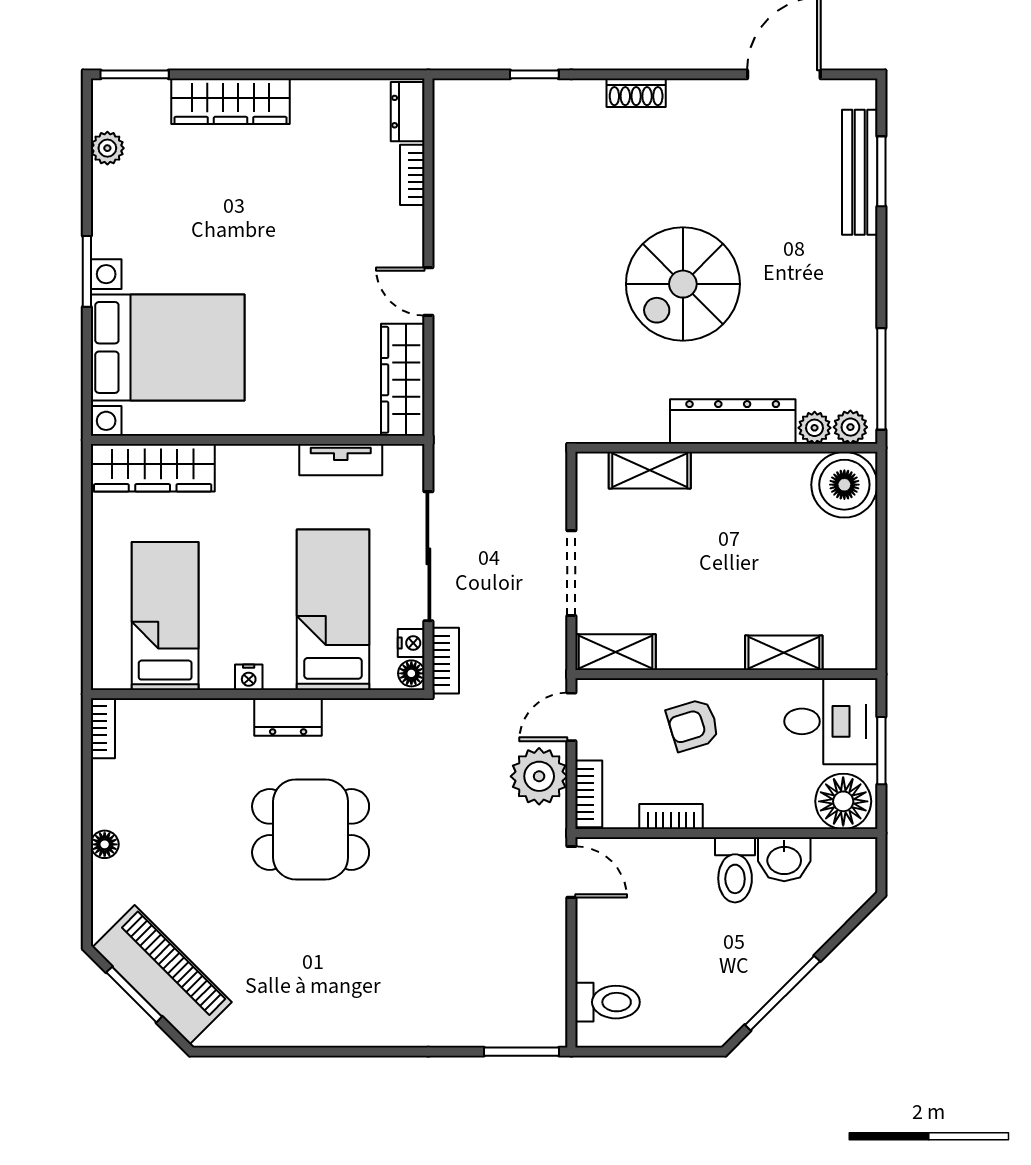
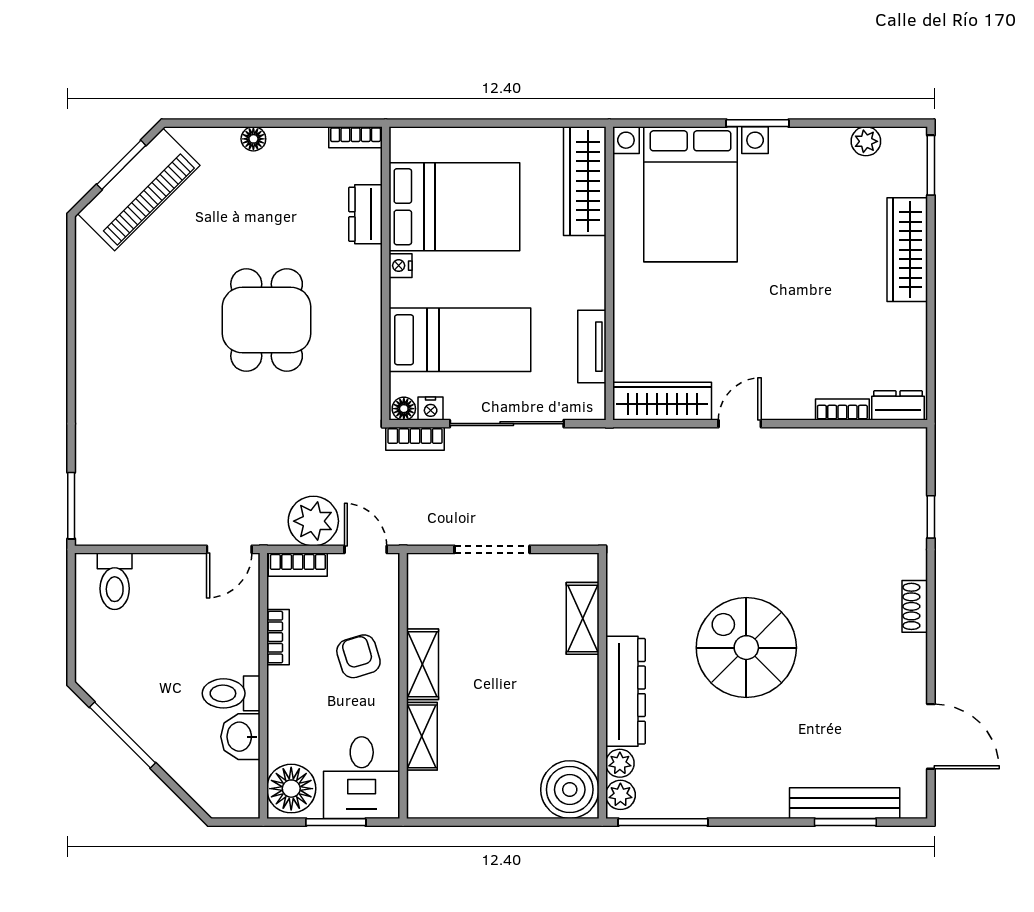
bed: (165, 616) -> (454, 207), width x1.50
shelving: (616, 652) -> (422, 664), moved
dresser: (288, 717) -> (366, 214), moved

